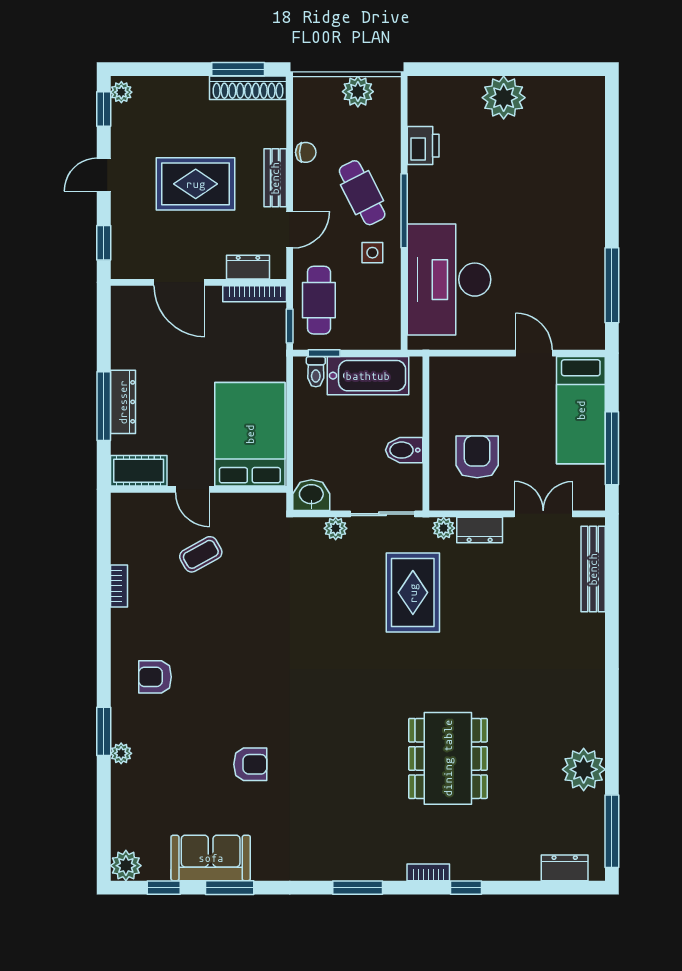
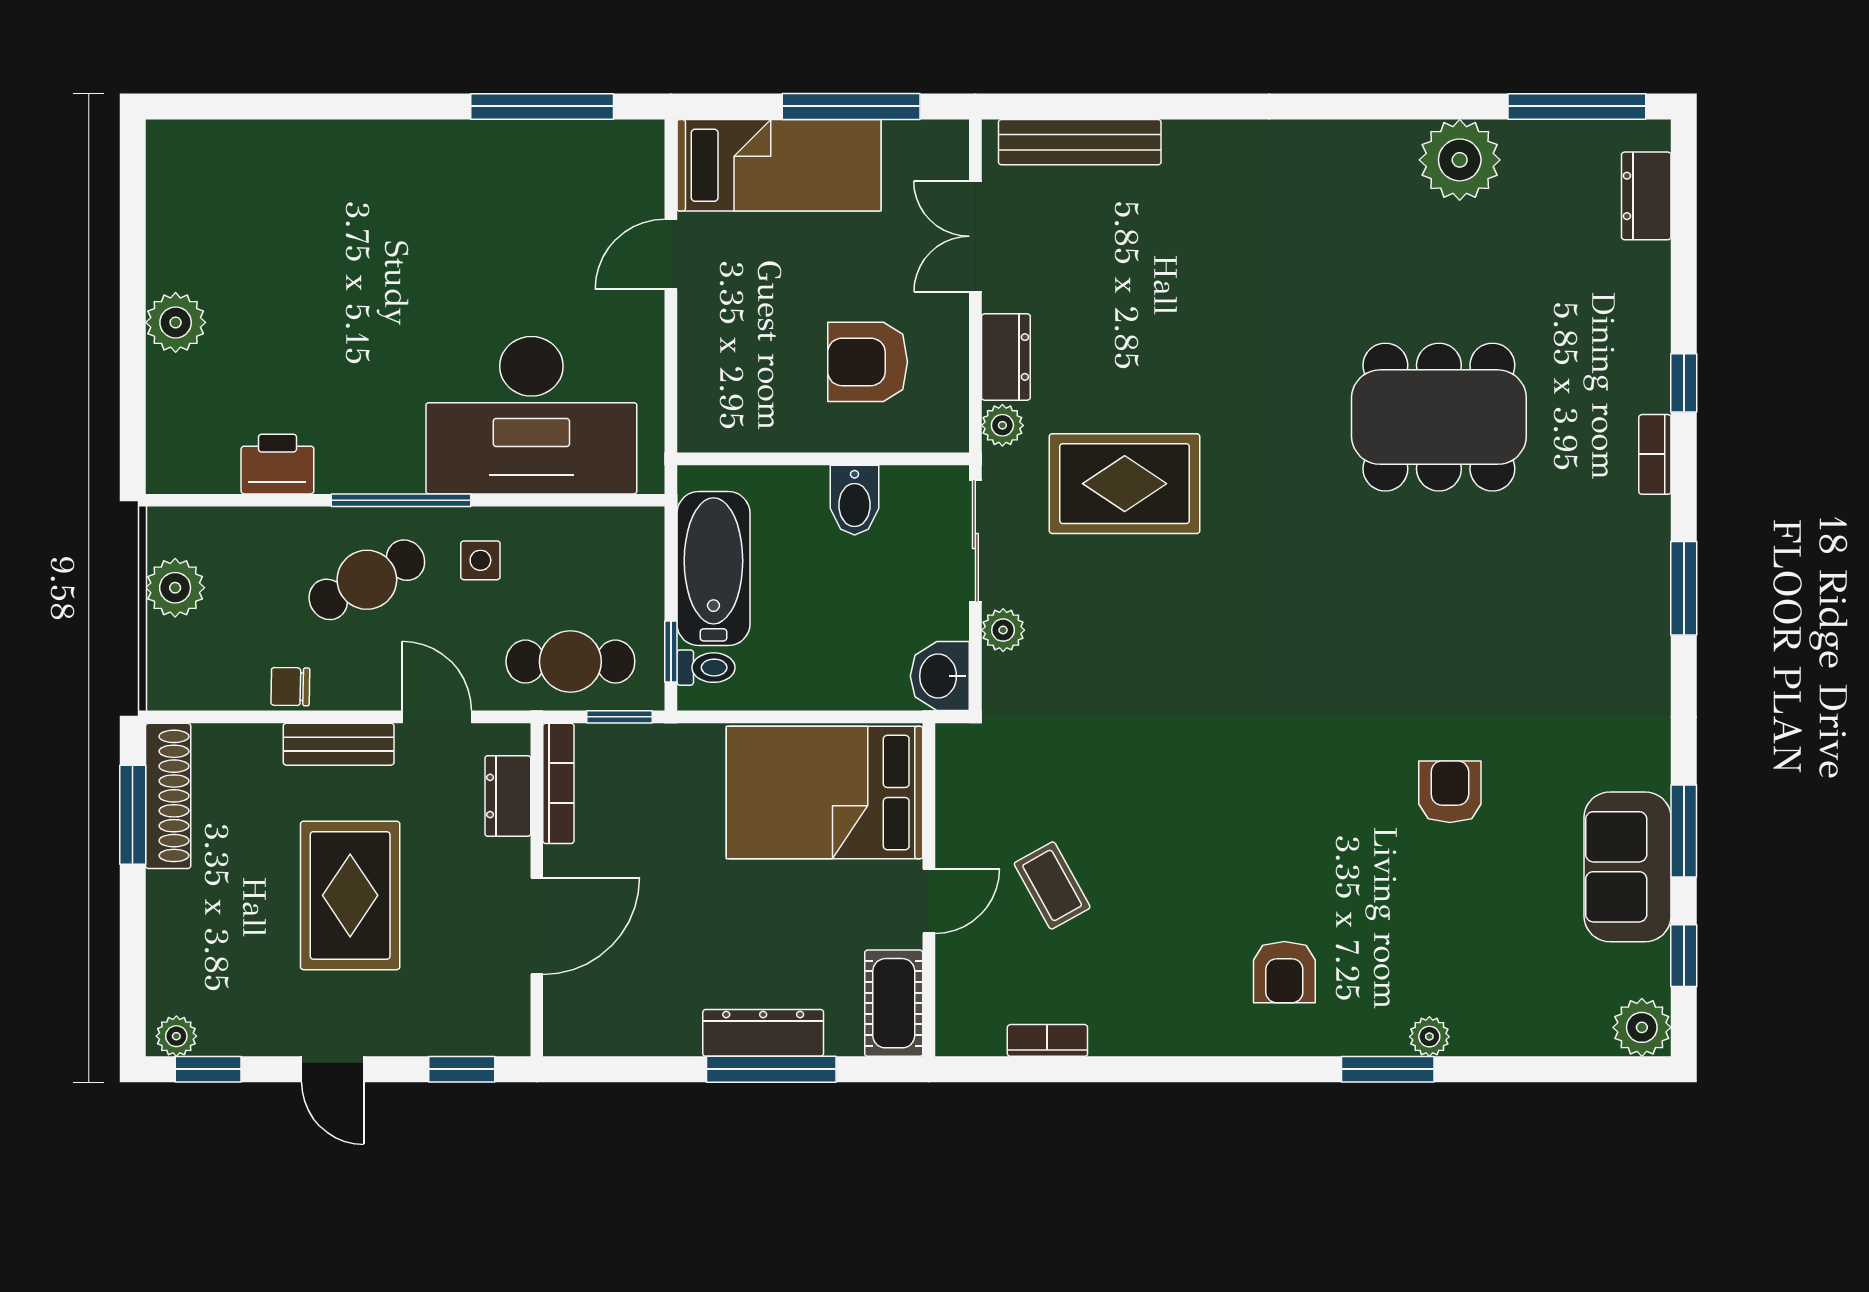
plant: (504, 98) -> (176, 322), width x0.73, depth x0.73
chair: (306, 152) -> (290, 687), turned -89
bookcase: (119, 586) -> (1047, 1040), moved

